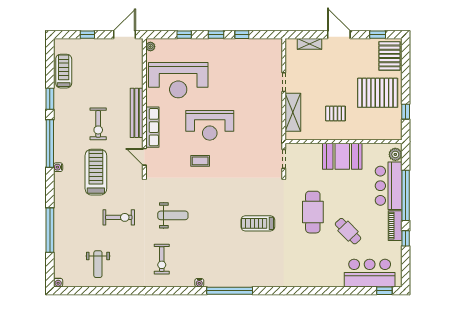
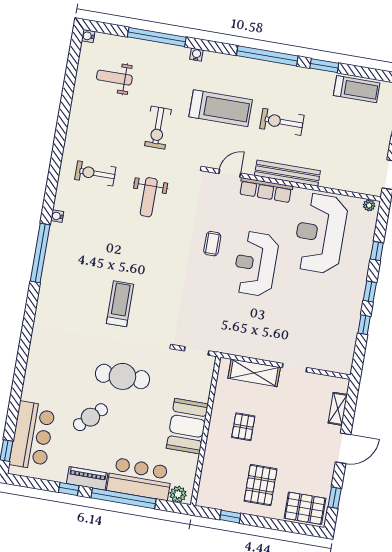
pallet: (378, 93) -> (261, 485), width x0.73, depth x0.71
water cooler: (58, 167) -> (196, 55), moved
weight bench: (98, 264) -> (114, 78), moved

